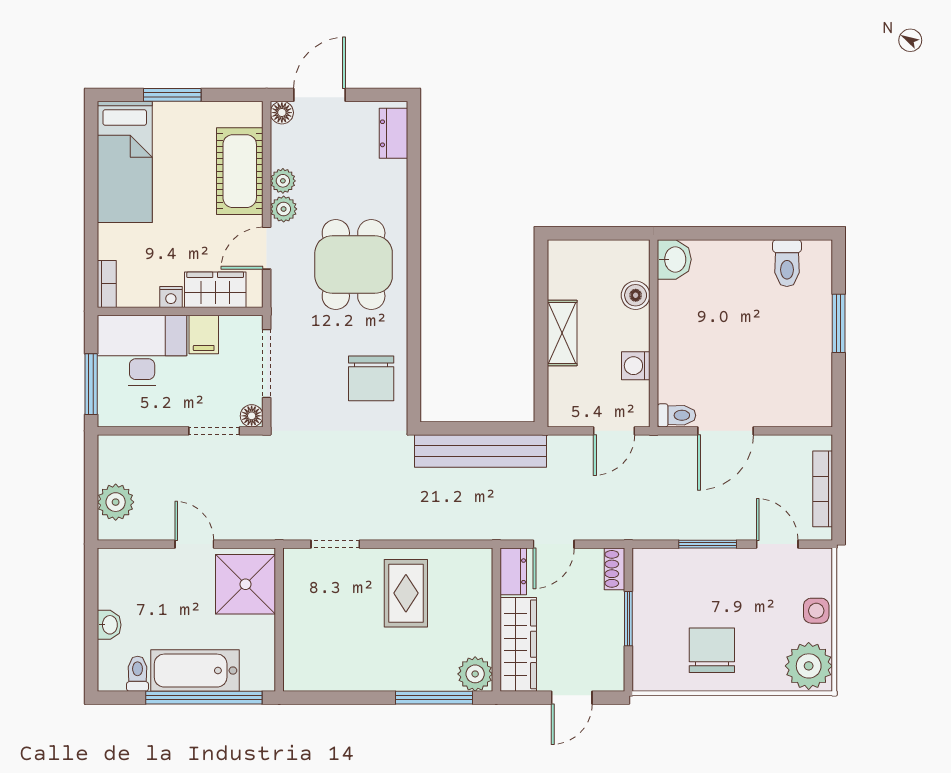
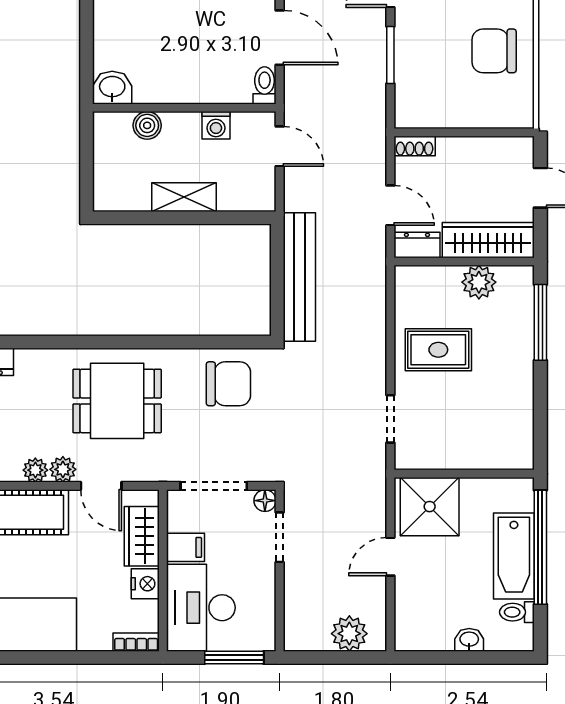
nightstand: (171, 297) -> (145, 584), width x1.39, depth x1.35
window: (628, 619) -> (463, 132), removed
plant: (475, 674) -> (479, 282), moved

